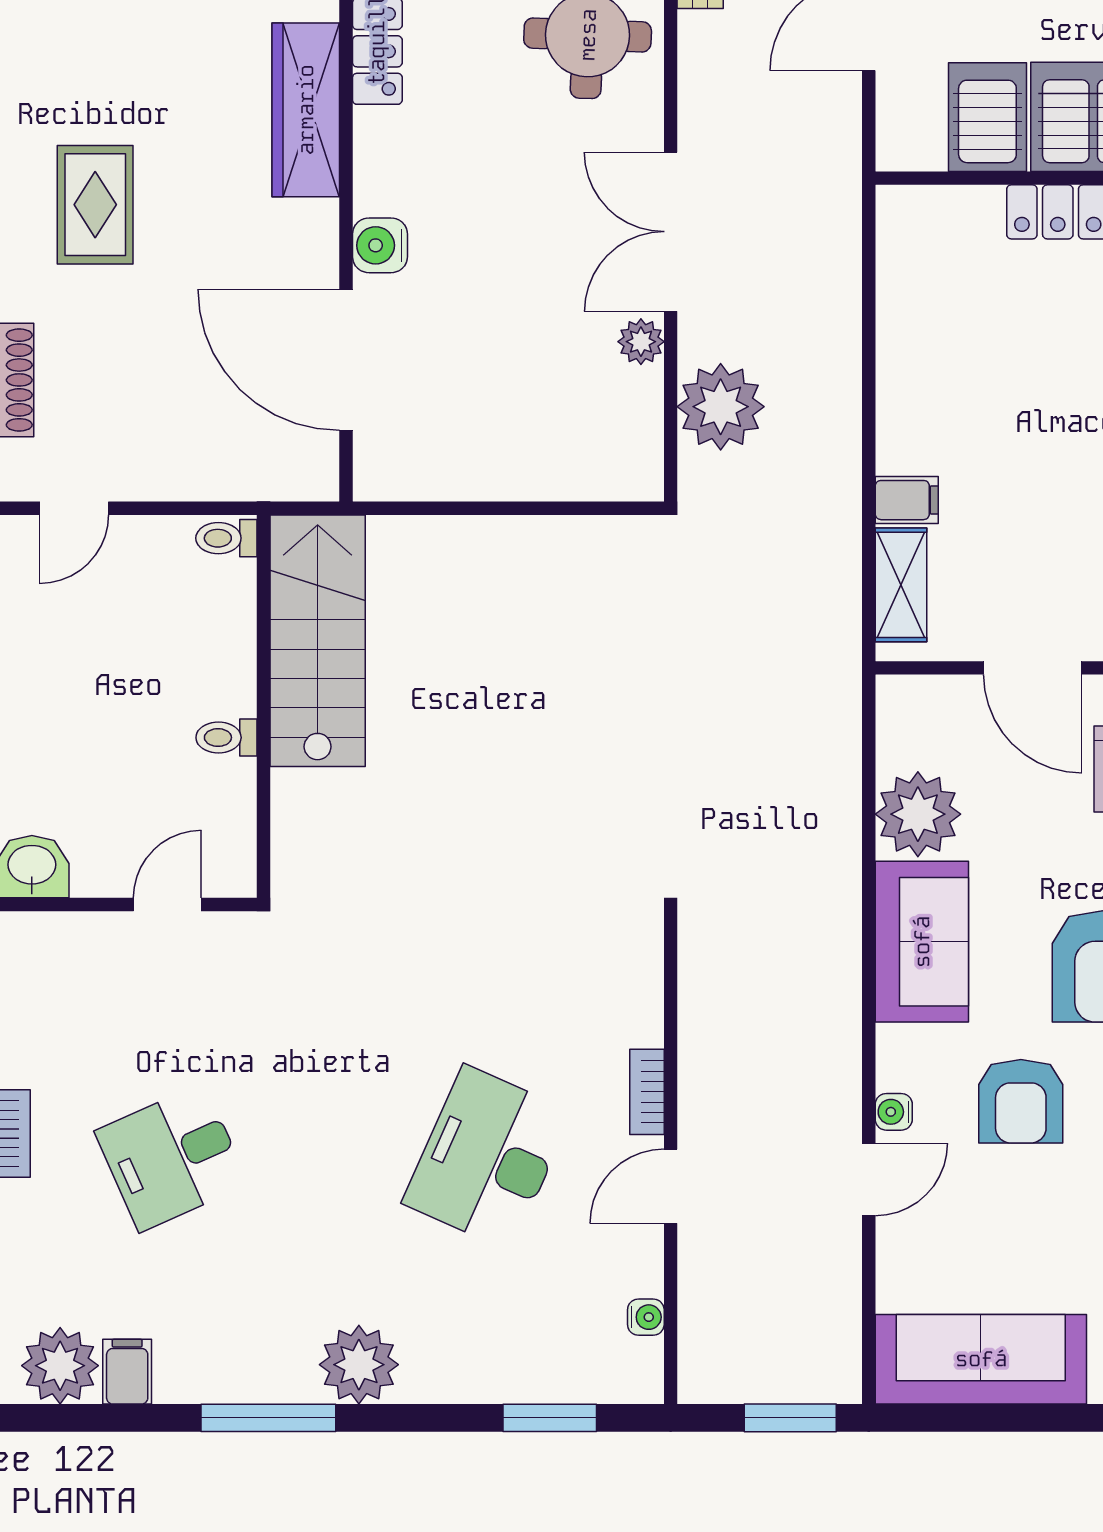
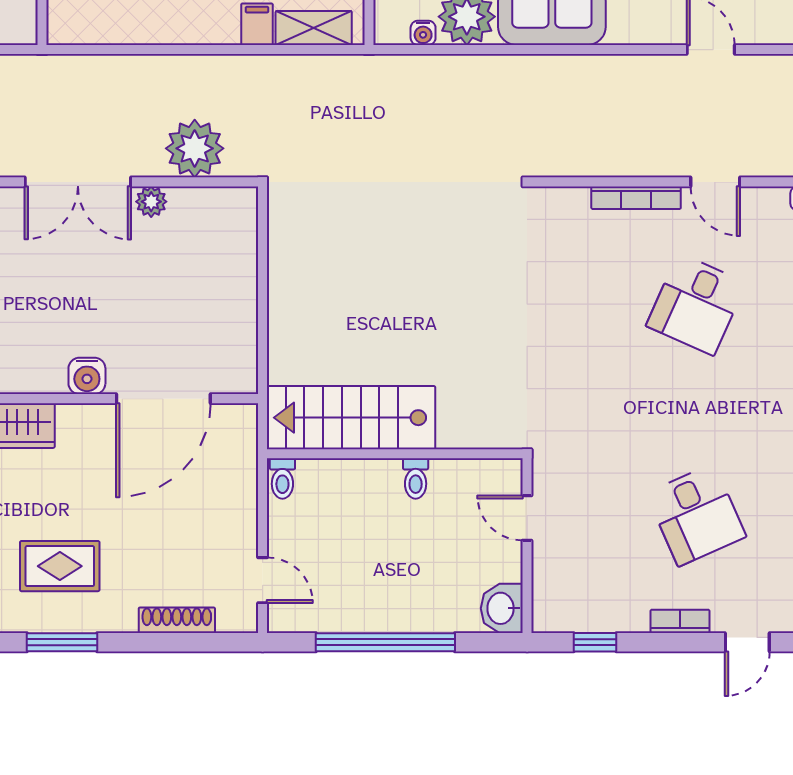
bookcase: (647, 1092) -> (636, 198), width x1.56
water cooler: (894, 1112) -> (423, 33), moved
desk: (487, 1158) -> (696, 304), width x0.73

